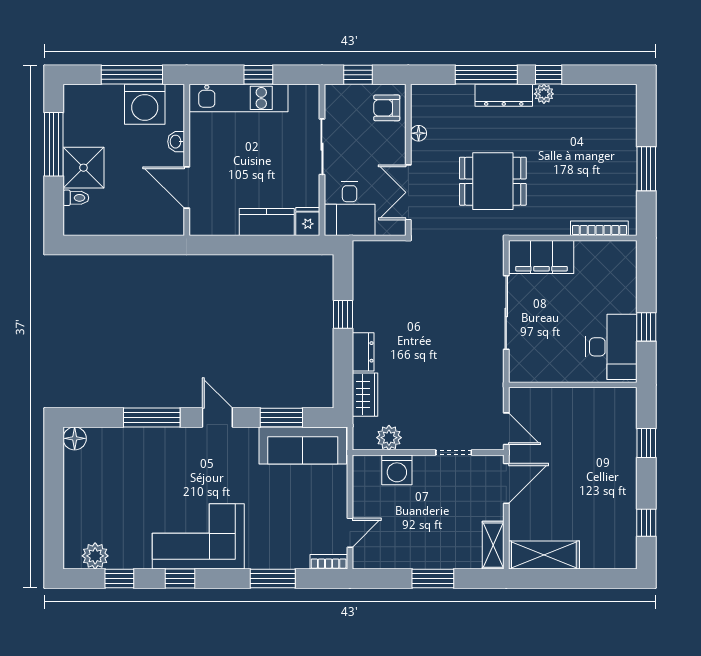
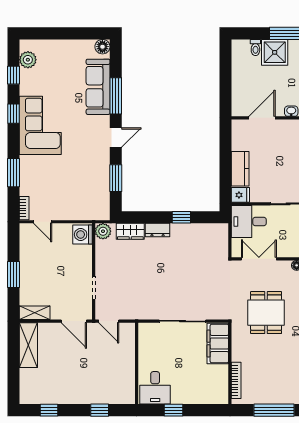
window: (646, 169) -> (274, 410), width x1.44
desk: (611, 347) -> (155, 388), width x0.73
door: (506, 429) -> (109, 321), hinge flipped
plant: (389, 438) -> (103, 231), moved
sofa: (303, 445) -> (98, 87), moved
washing machine: (397, 470) -> (83, 234), moved

